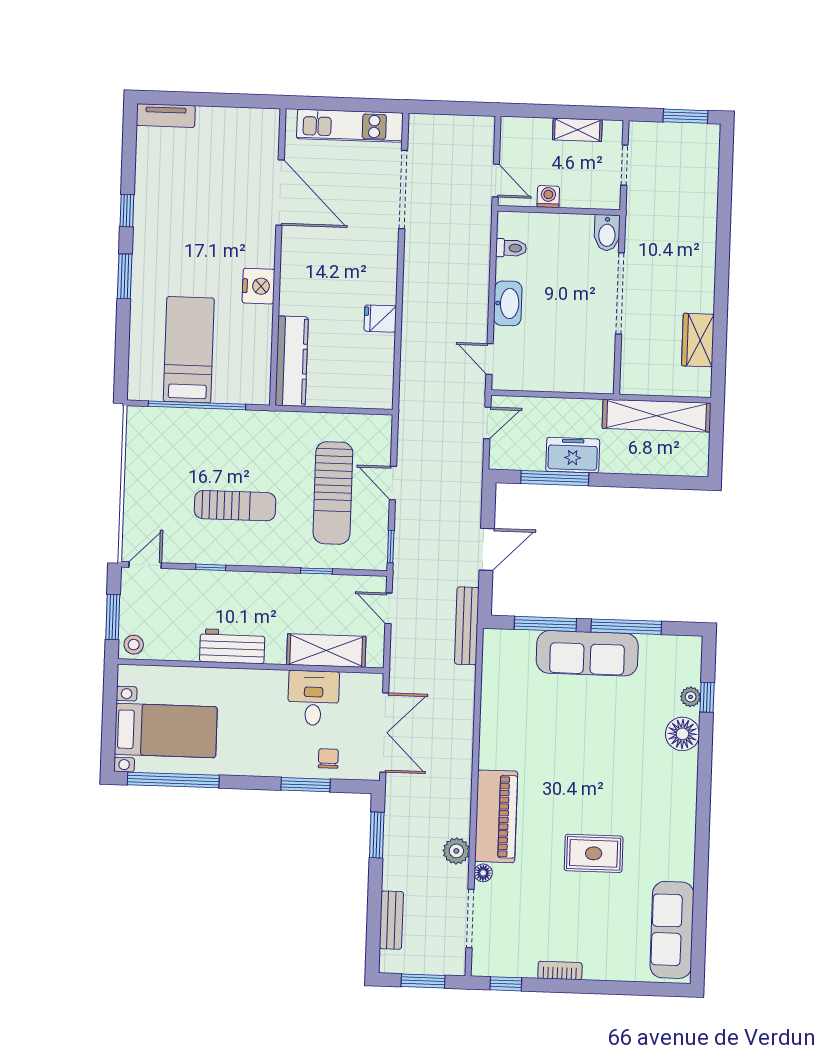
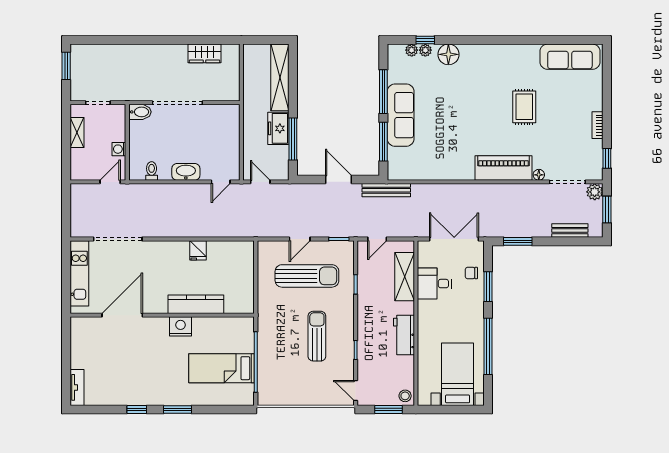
kitchen counter: (292, 361) -> (196, 304), moved
shelving: (657, 416) -> (280, 77), moved
plant: (691, 675) -> (412, 50), added
window: (173, 780) -> (488, 346), moved
plant: (456, 851) -> (595, 192), moved

